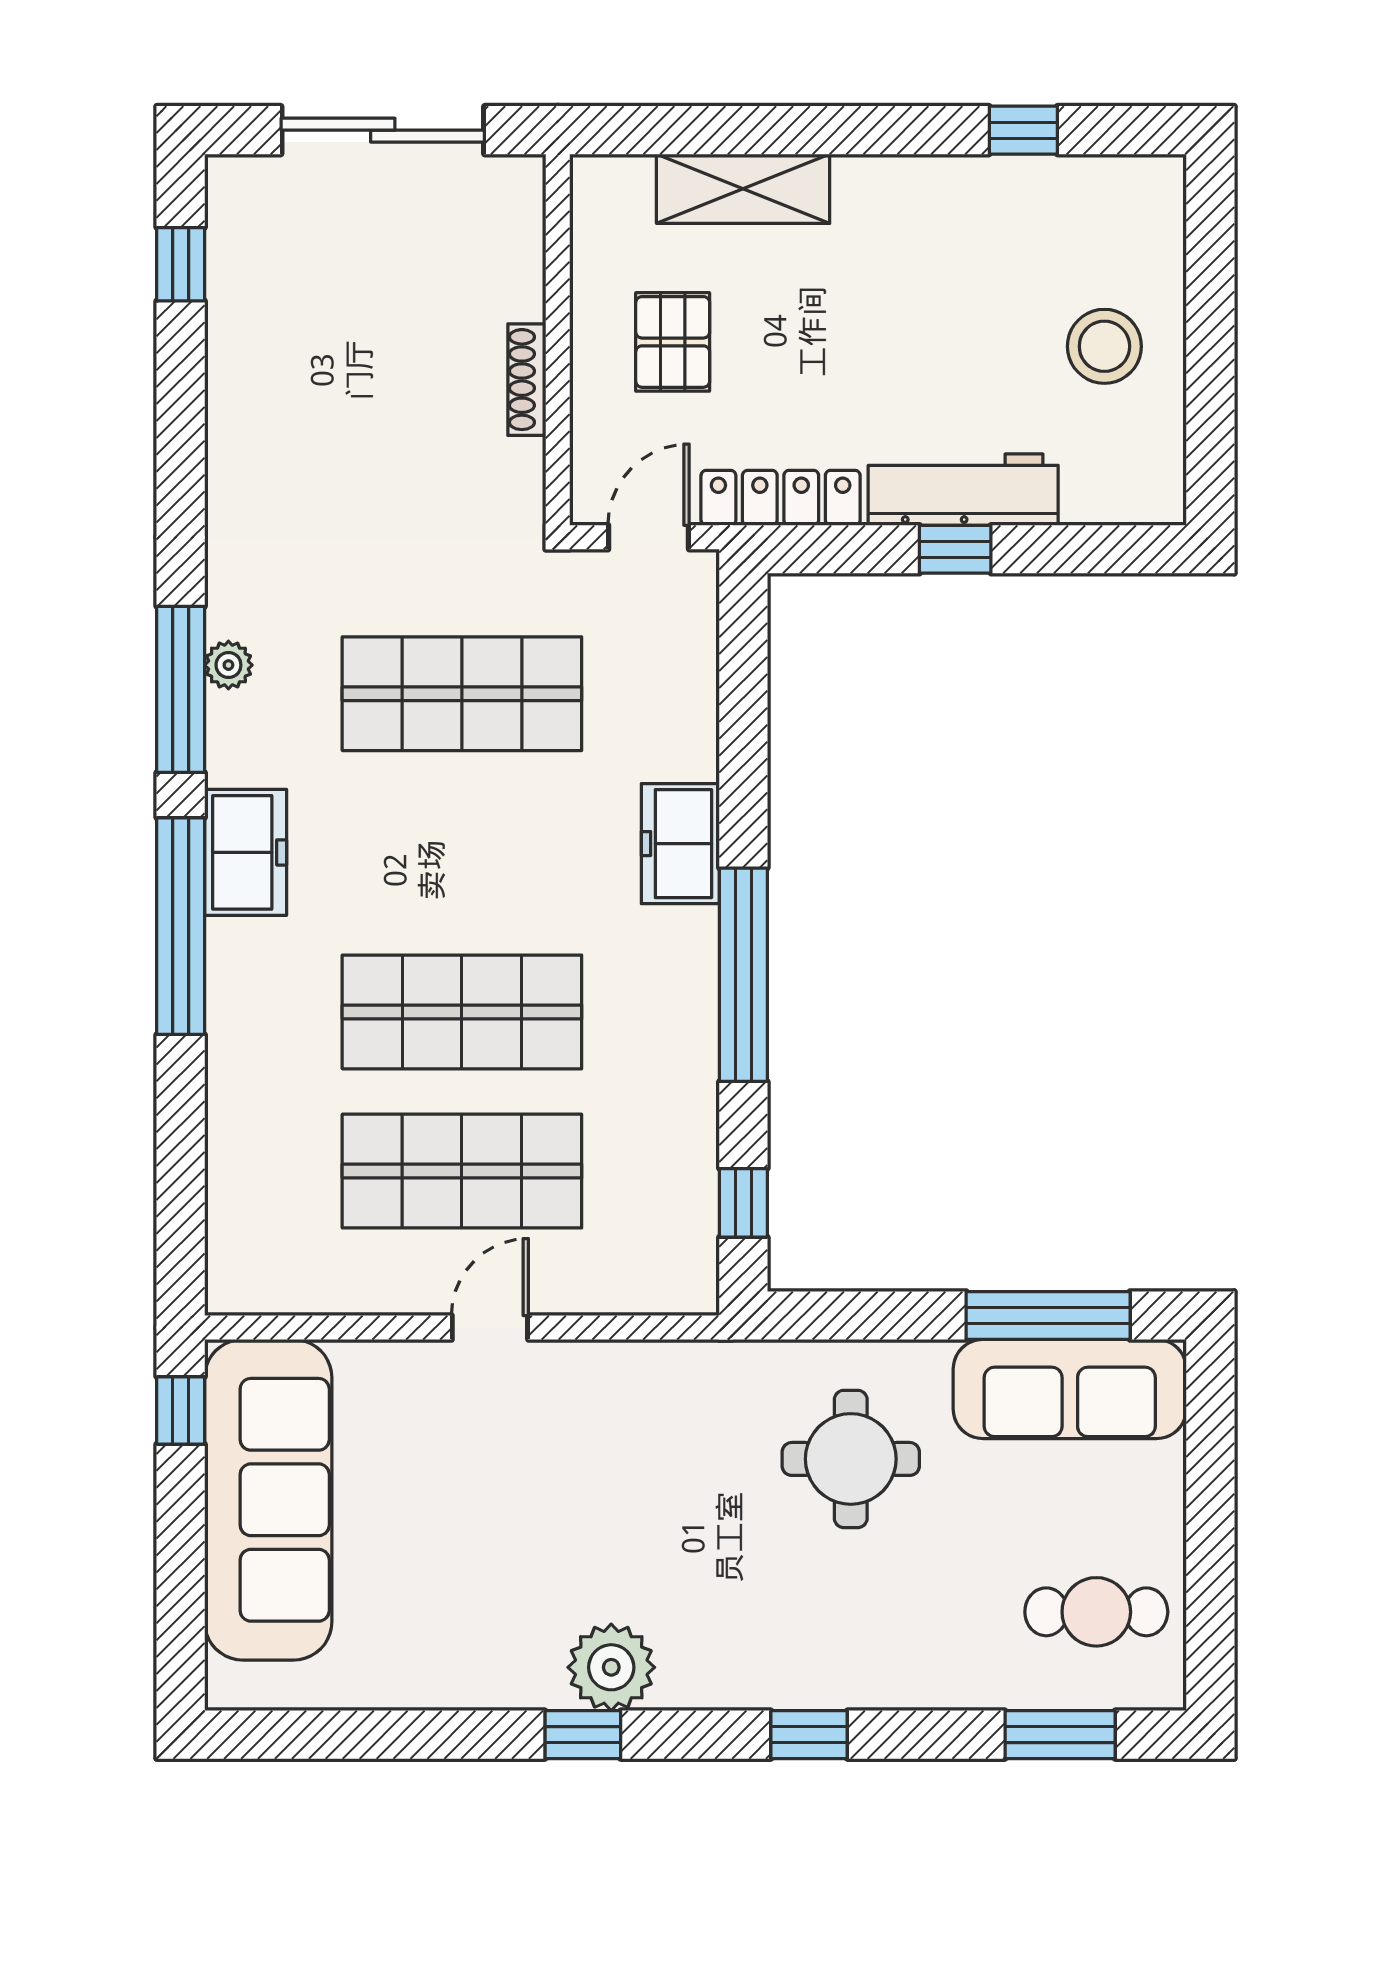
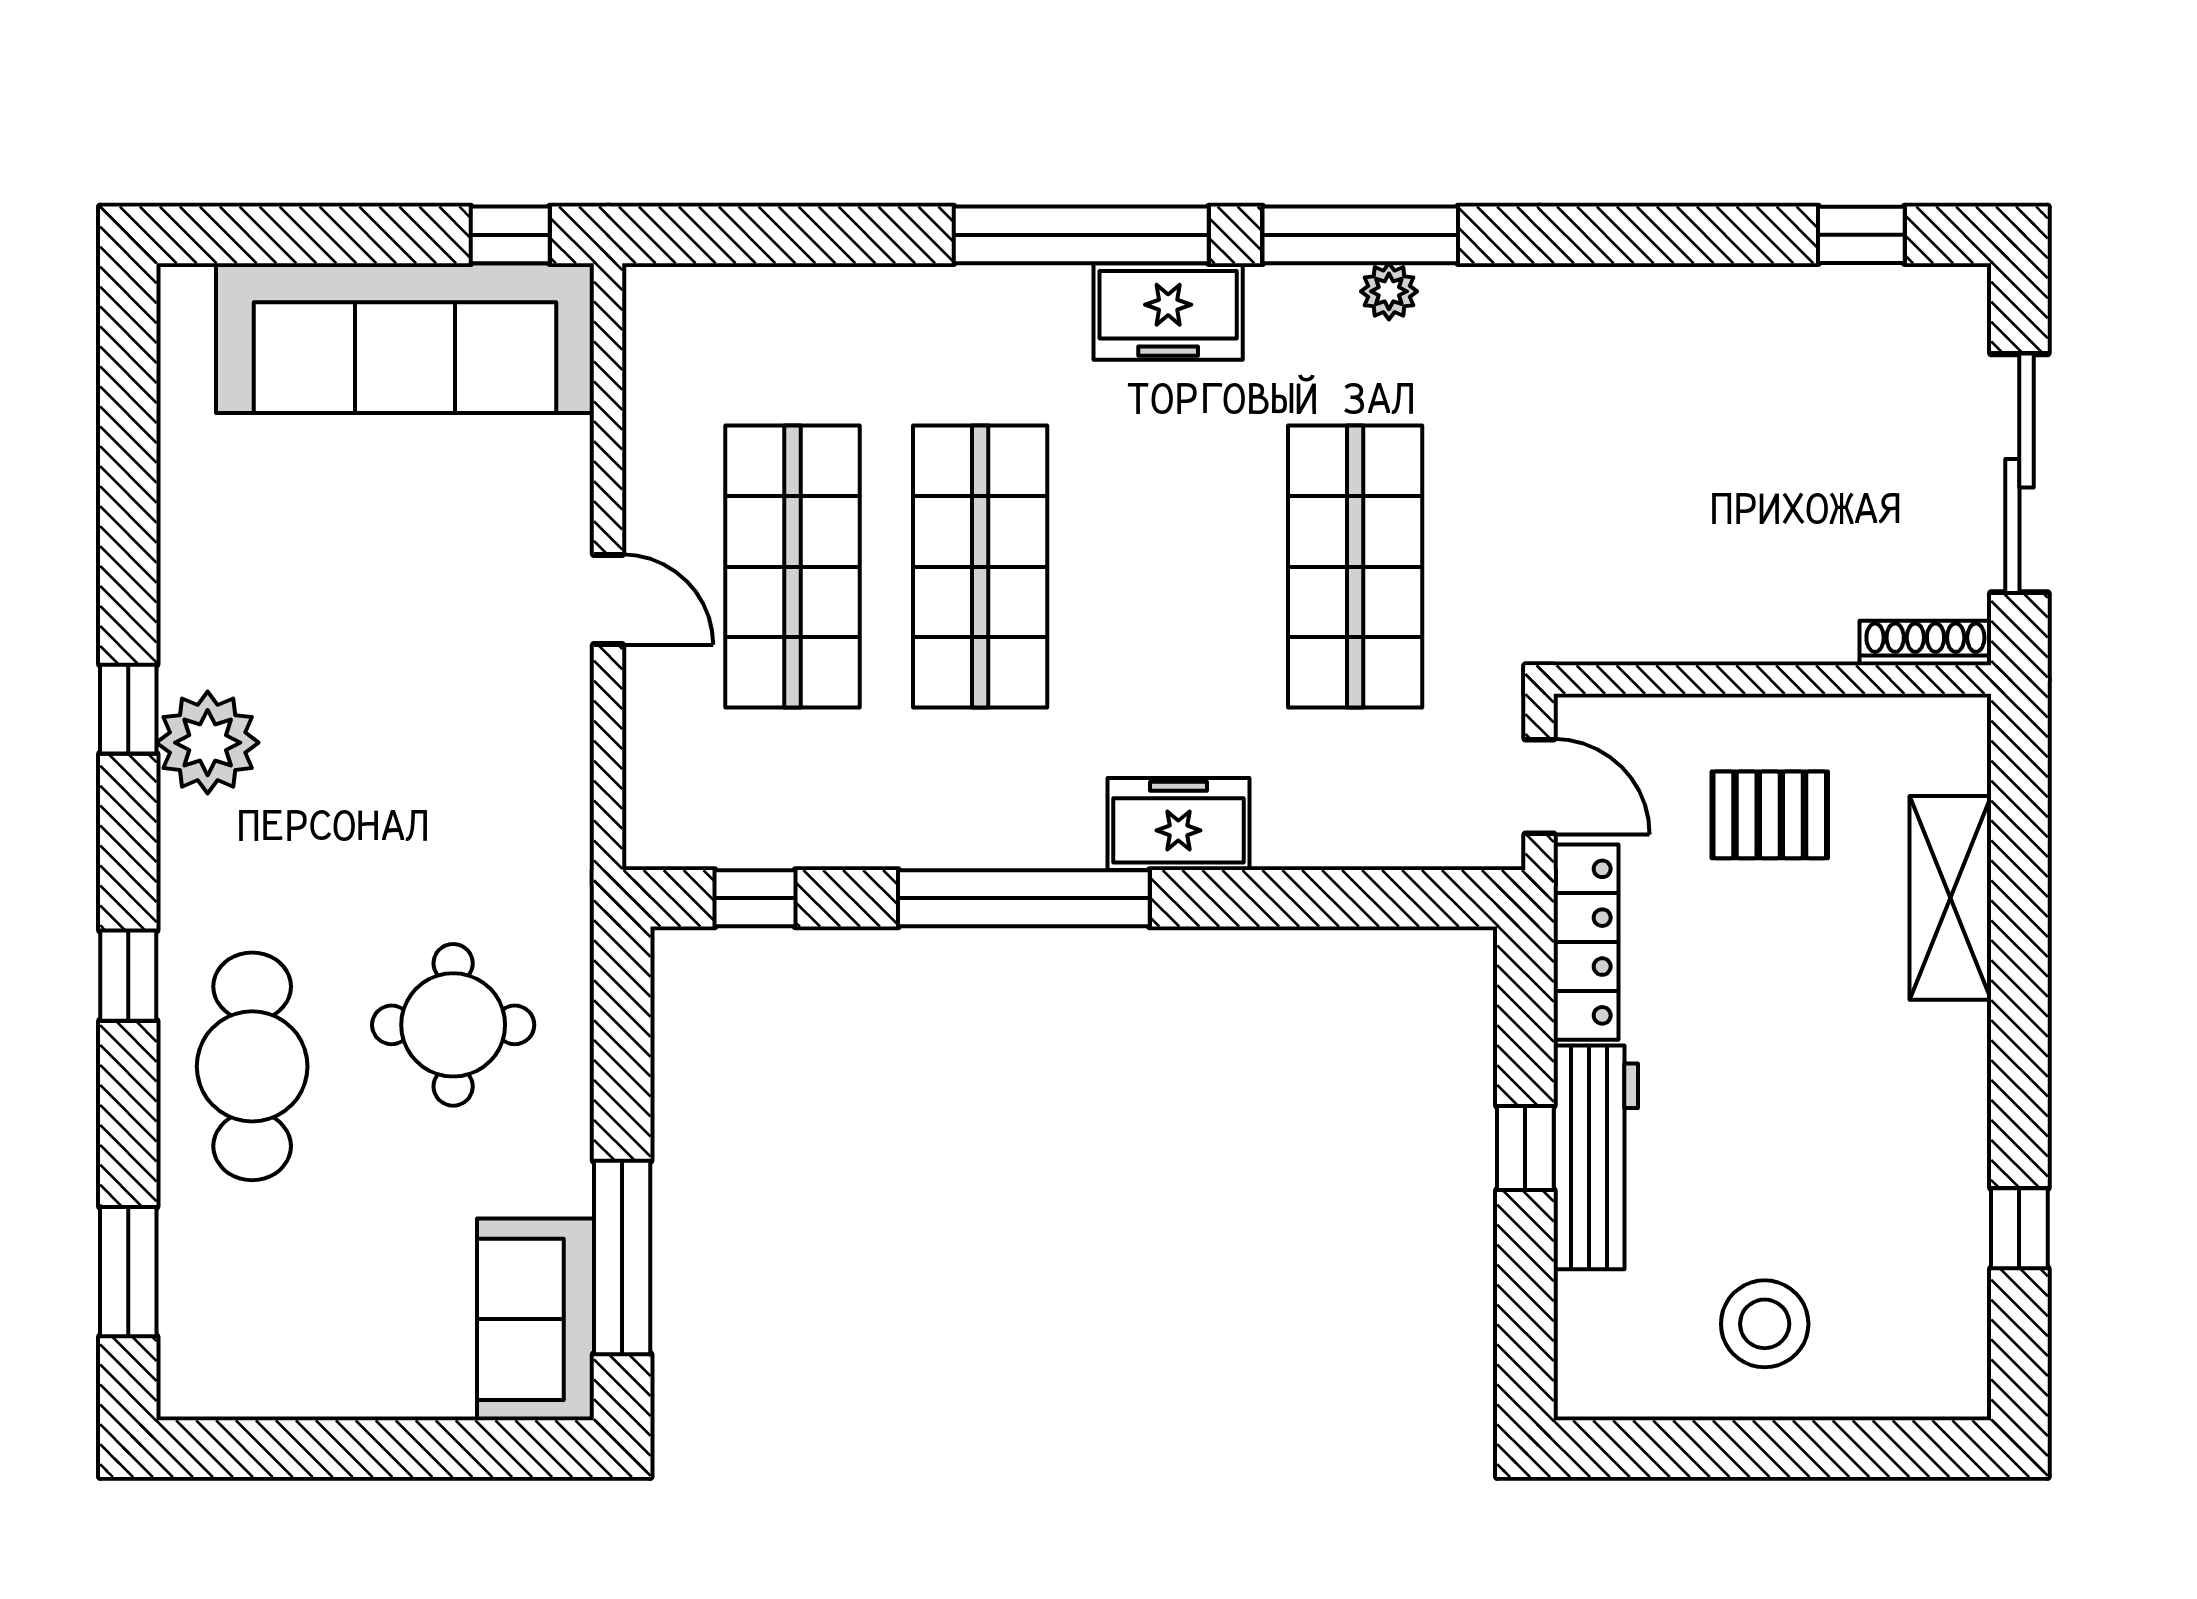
shoe rack: (527, 380) -> (1925, 643), moved
sofa: (1070, 1389) -> (536, 1319), width x0.73
cafe table: (1096, 1612) -> (252, 1066), moved, width x1.37, depth x1.35

